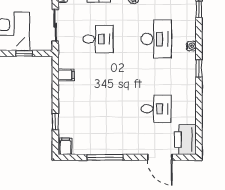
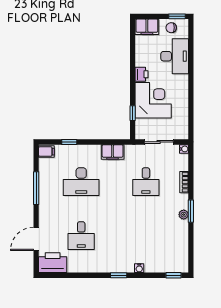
desk: (156, 39) -> (81, 182), moved
filing cabinet: (66, 75) -> (113, 152), width x2.00

